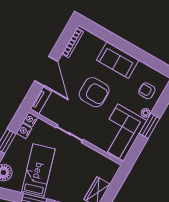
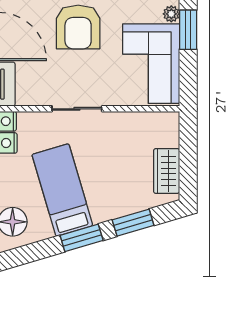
armchair: (94, 92) -> (78, 27), turned 90

